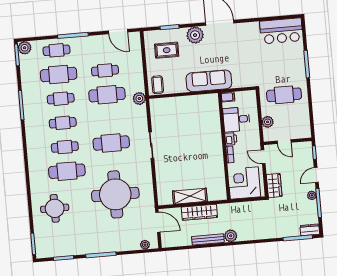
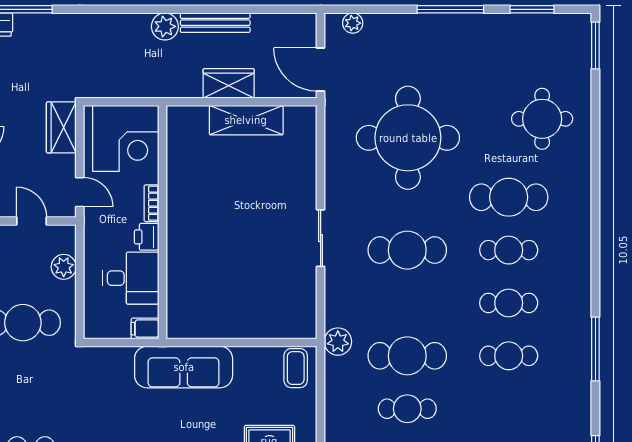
cafe table: (59, 75) -> (509, 409), removed
wardrobe: (199, 212) -> (229, 83), width x0.67

